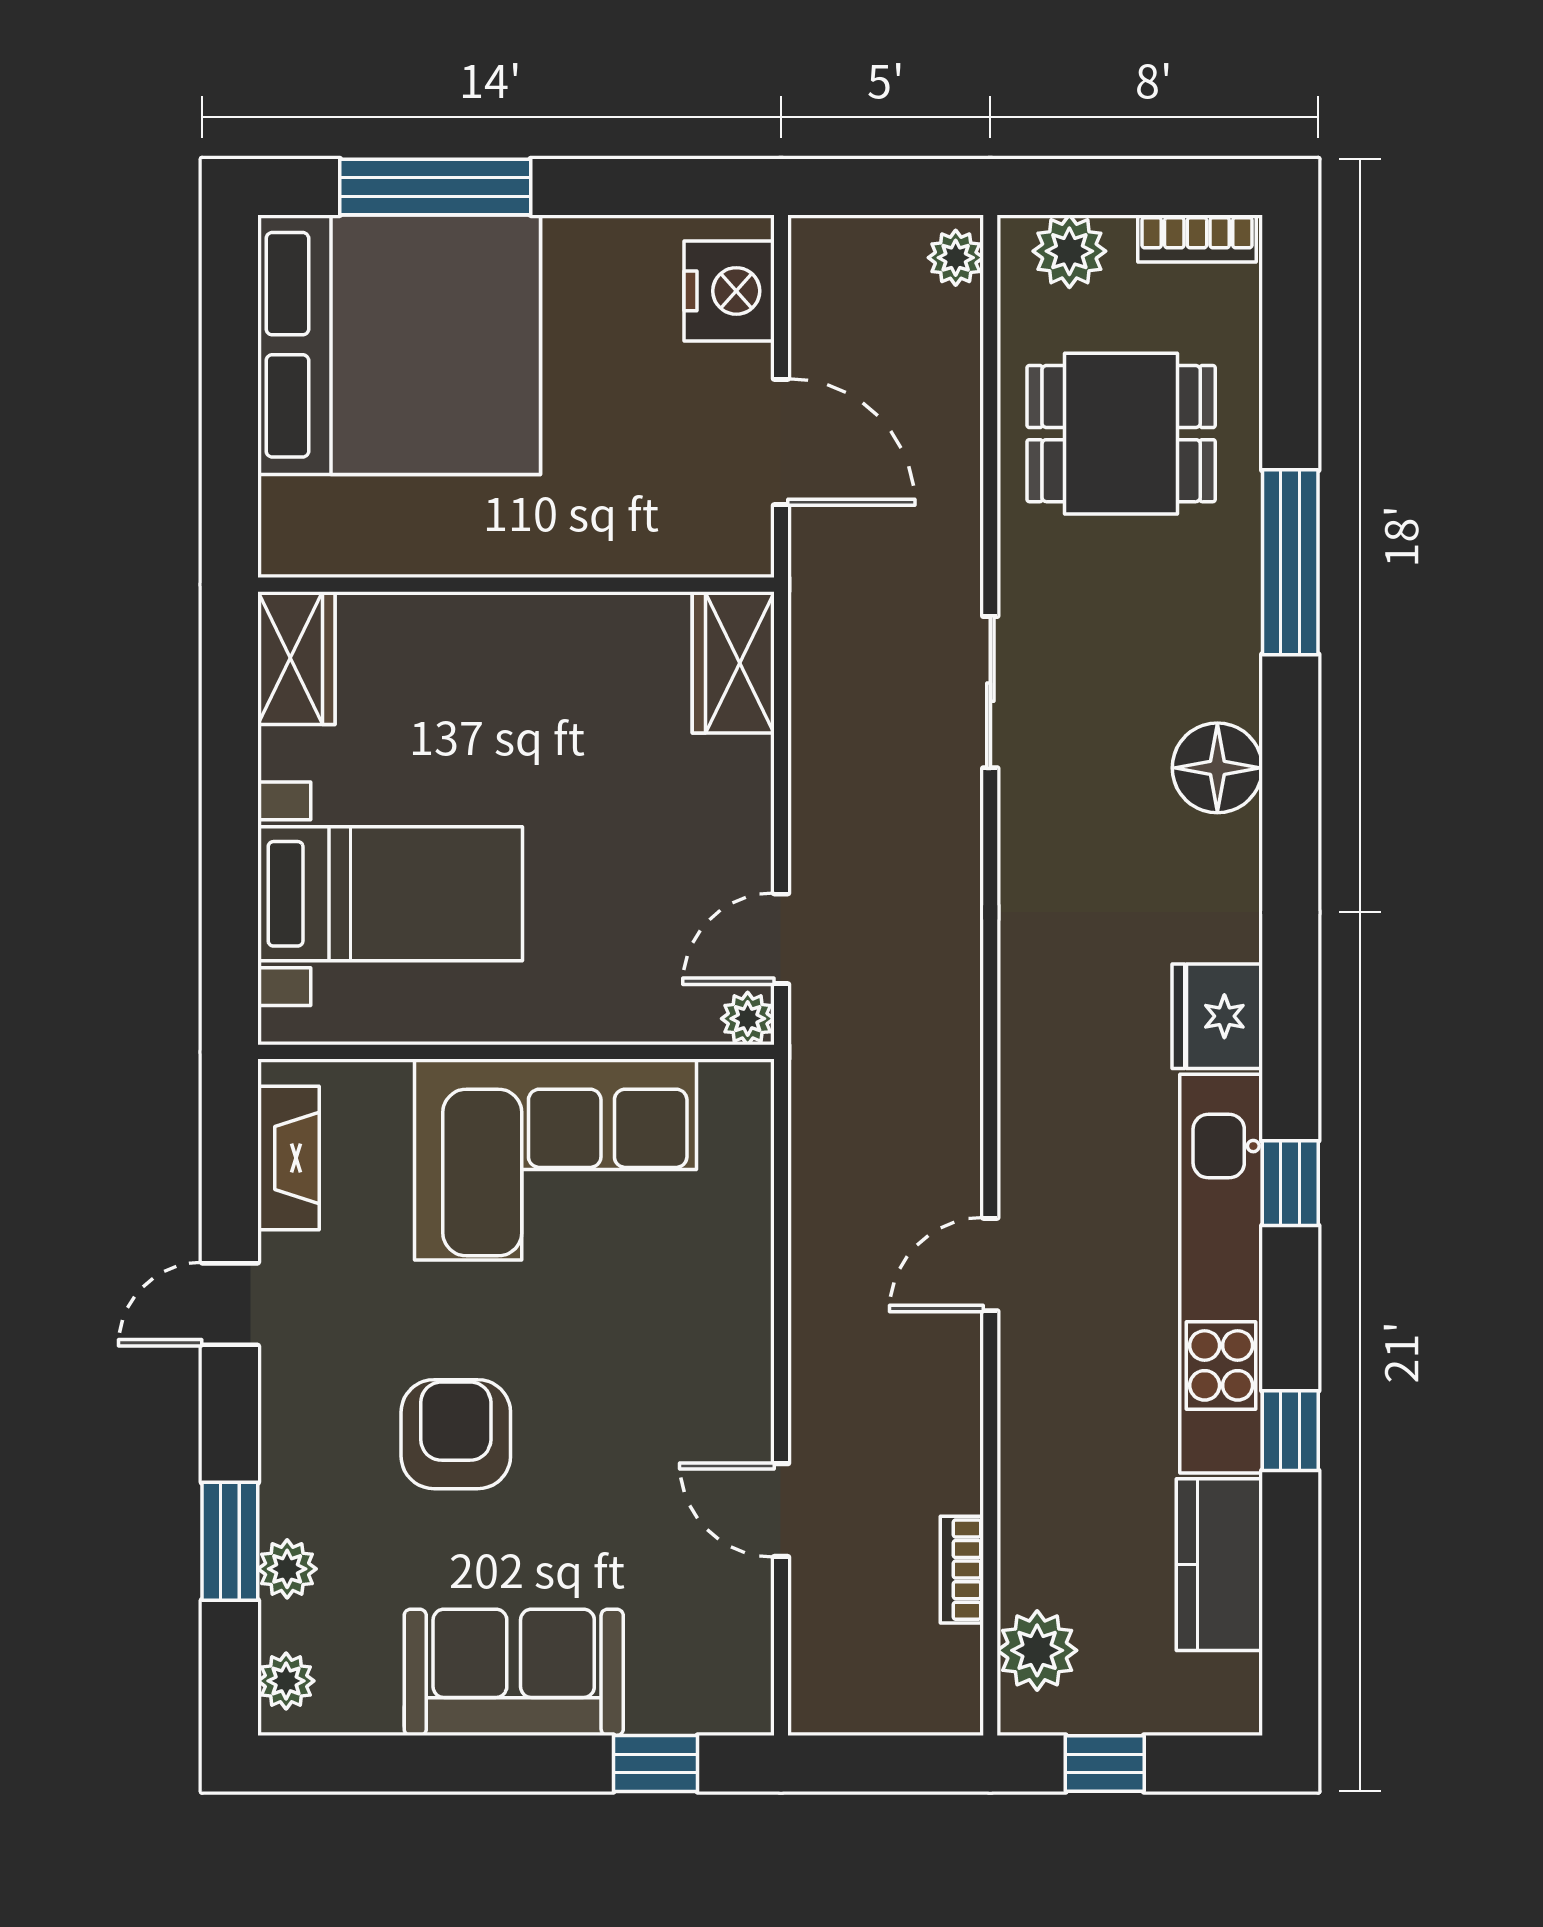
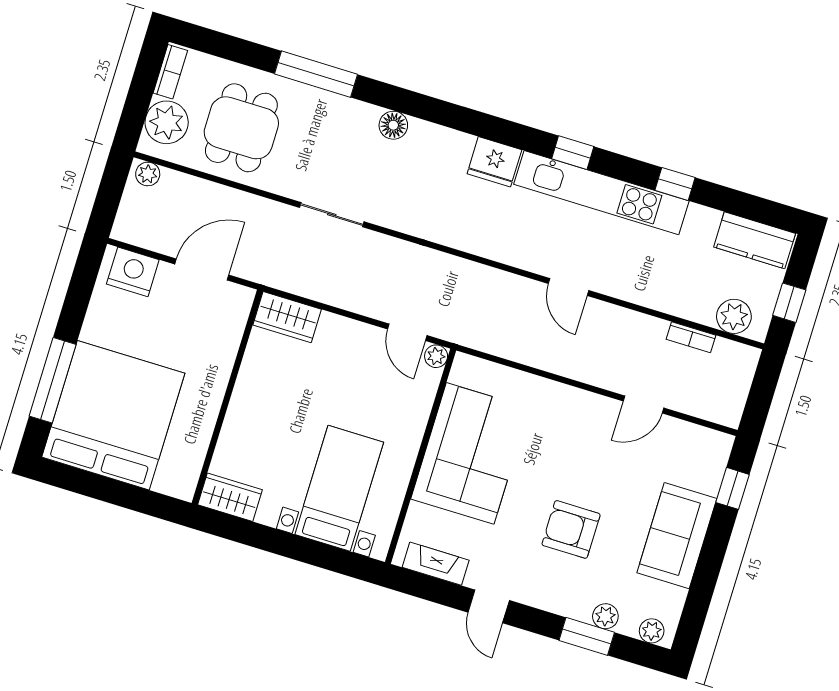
plant: (1069, 251) -> (167, 122), width x1.36, depth x1.36
floor lamp: (1217, 768) -> (393, 125), width x0.73, depth x0.73
kitchen counter: (1219, 1565) -> (755, 240), moved

